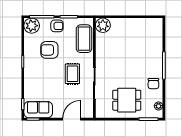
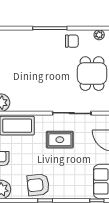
armchair: (49, 50) -> (38, 185), moved, turned 84

